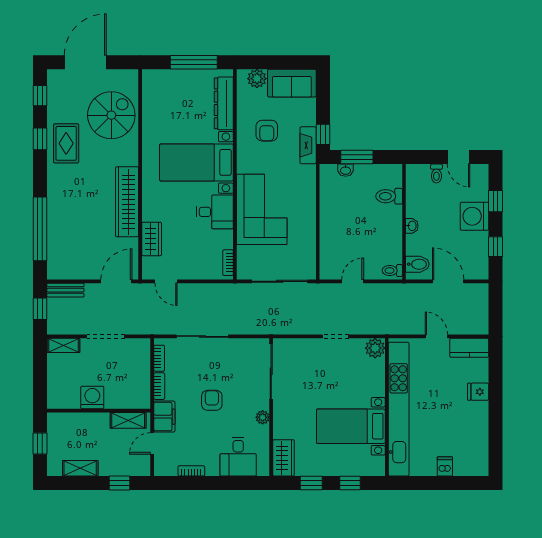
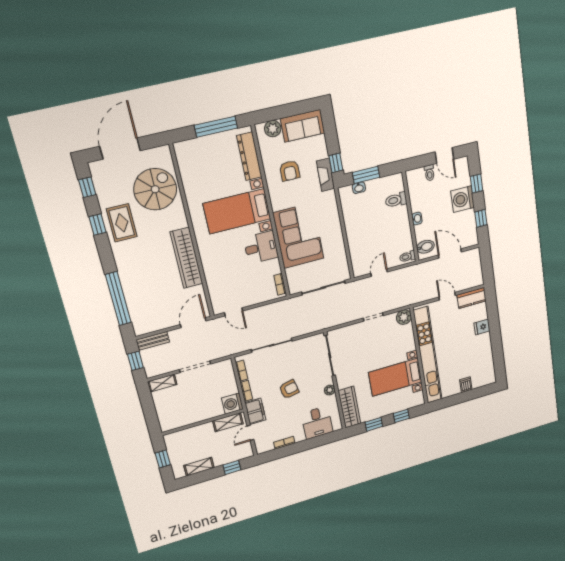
wardrobe: (152, 239) -> (214, 282), removed
washing machine: (92, 397) -> (232, 404), moved, turned -90
armchair: (212, 400) -> (289, 389), turned 78
wardrobe: (284, 458) -> (349, 407), width x1.50

